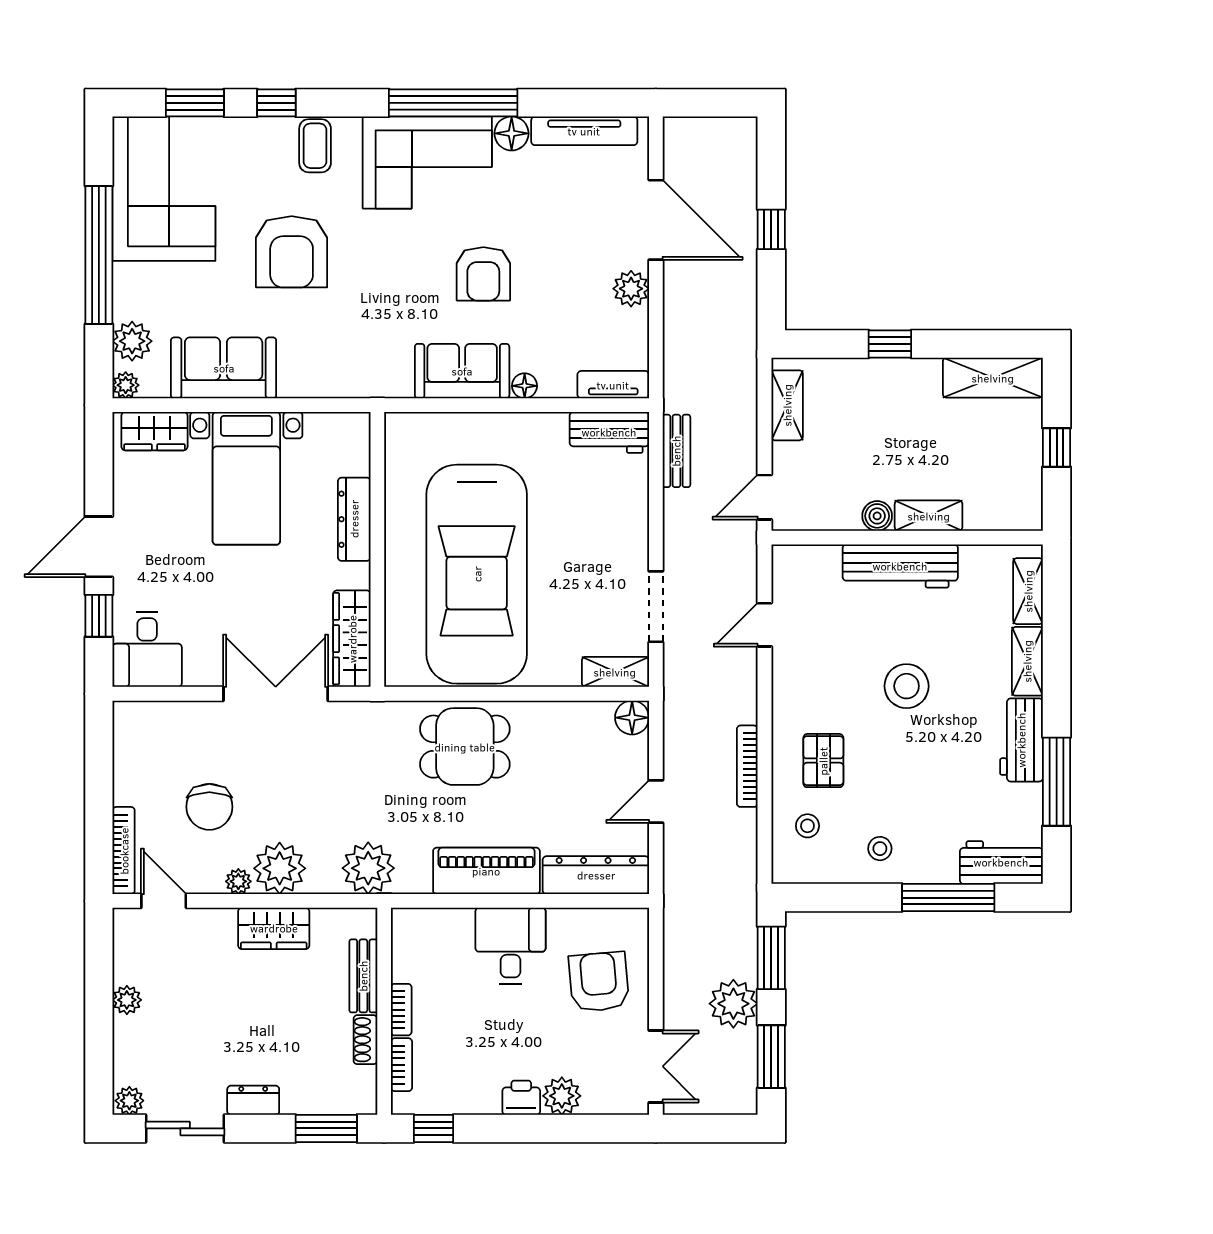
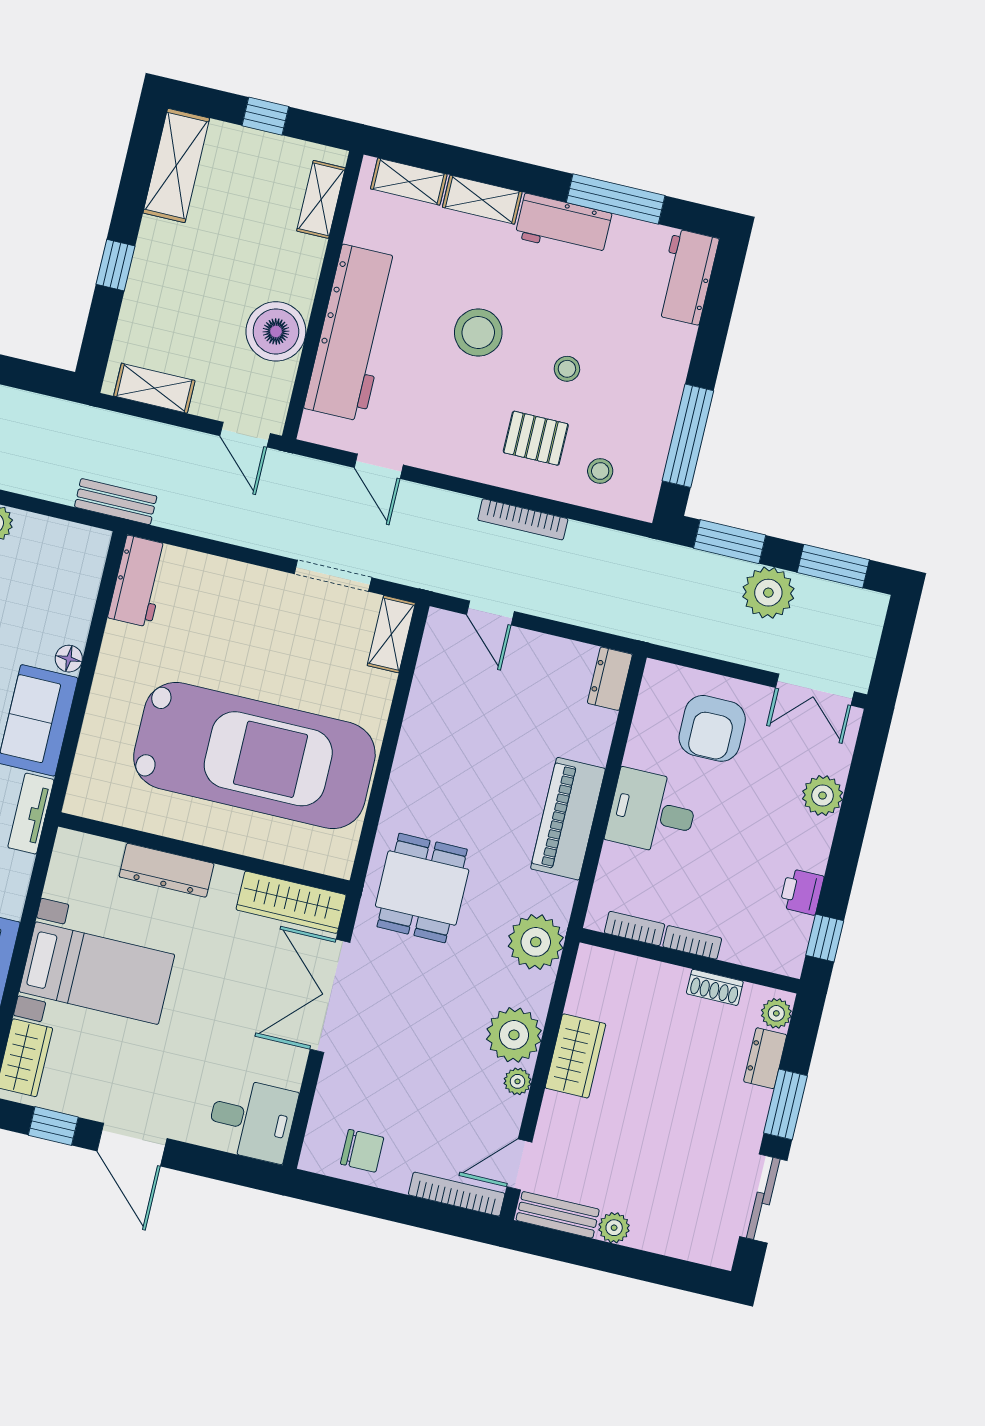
tv unit: (613, 385) -> (31, 814), moved
bench: (676, 451) -> (116, 502), moved
boiler: (877, 516) -> (276, 331), width x1.86, depth x1.86
shelving: (929, 516) -> (321, 199), moved
workbench: (900, 566) -> (353, 333), width x1.36, depth x1.32
window: (99, 616) -> (53, 1126), moved
floor lamp: (632, 718) -> (443, 628), removed
dining table: (465, 747) -> (422, 888), moved
door: (656, 802) -> (490, 613), moved
chair: (209, 807) -> (362, 1151), moved, width x0.73, depth x0.73
stool: (880, 849) -> (567, 369), moved
dresser: (596, 875) -> (610, 679), width x0.51, depth x0.80
window: (948, 898) -> (688, 436), moved
bench: (363, 976) -> (558, 1215), moved
armchair: (599, 982) -> (712, 728), turned -85
bookcase: (402, 1065) -> (635, 928), moved
double door: (656, 1066) -> (815, 690), swing flipped
printer: (521, 1098) -> (802, 892), moved
dresser: (253, 1100) -> (765, 1058), moved
plant: (129, 1101) -> (776, 1013), moved
window: (326, 1128) -> (785, 1104), moved

